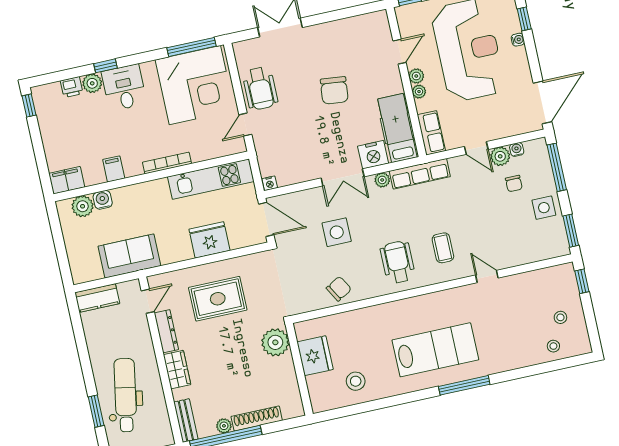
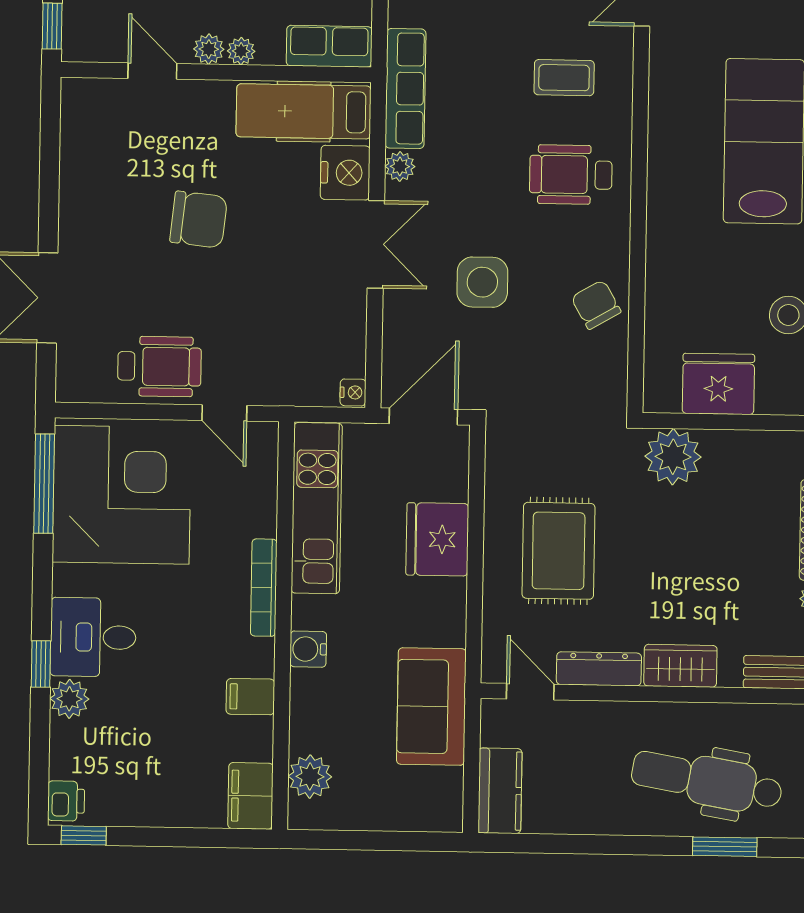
printer: (72, 87) -> (66, 801), moved
water cooler: (103, 200) -> (308, 649), moved

